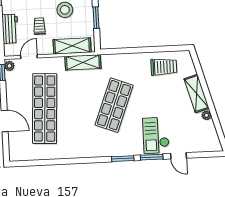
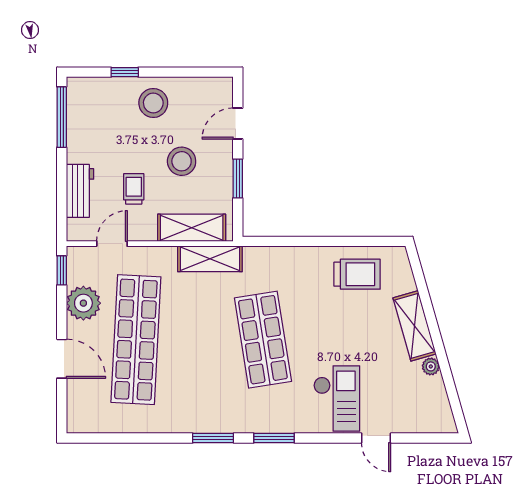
plant: (9, 66) -> (83, 303), moved, width x1.88, depth x1.88
shop shelf: (114, 105) -> (263, 340), turned -30
checkout: (156, 135) -> (337, 399), turned 180
window: (152, 157) -> (213, 438), moved

